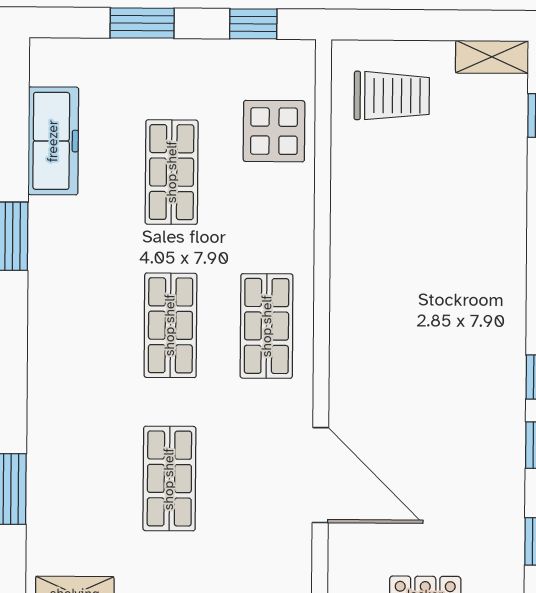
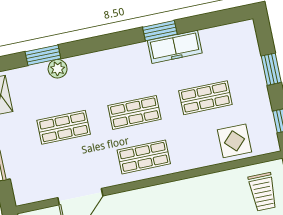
freezer: (53, 141) -> (175, 47), moved
plant: (46, 465) -> (58, 69), added

